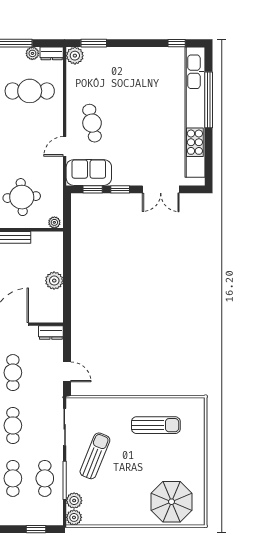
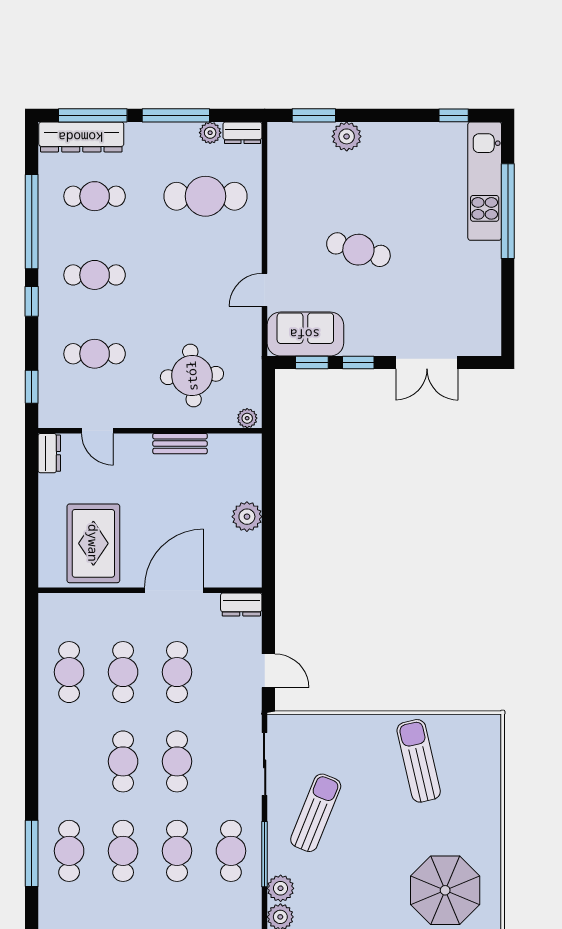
plant: (75, 56) -> (347, 136), moved
kitchen unit: (195, 112) -> (485, 181), width x0.54
cafe table: (92, 123) -> (358, 250), moved, turned -62
sun lounger: (156, 425) -> (419, 761), turned -103

